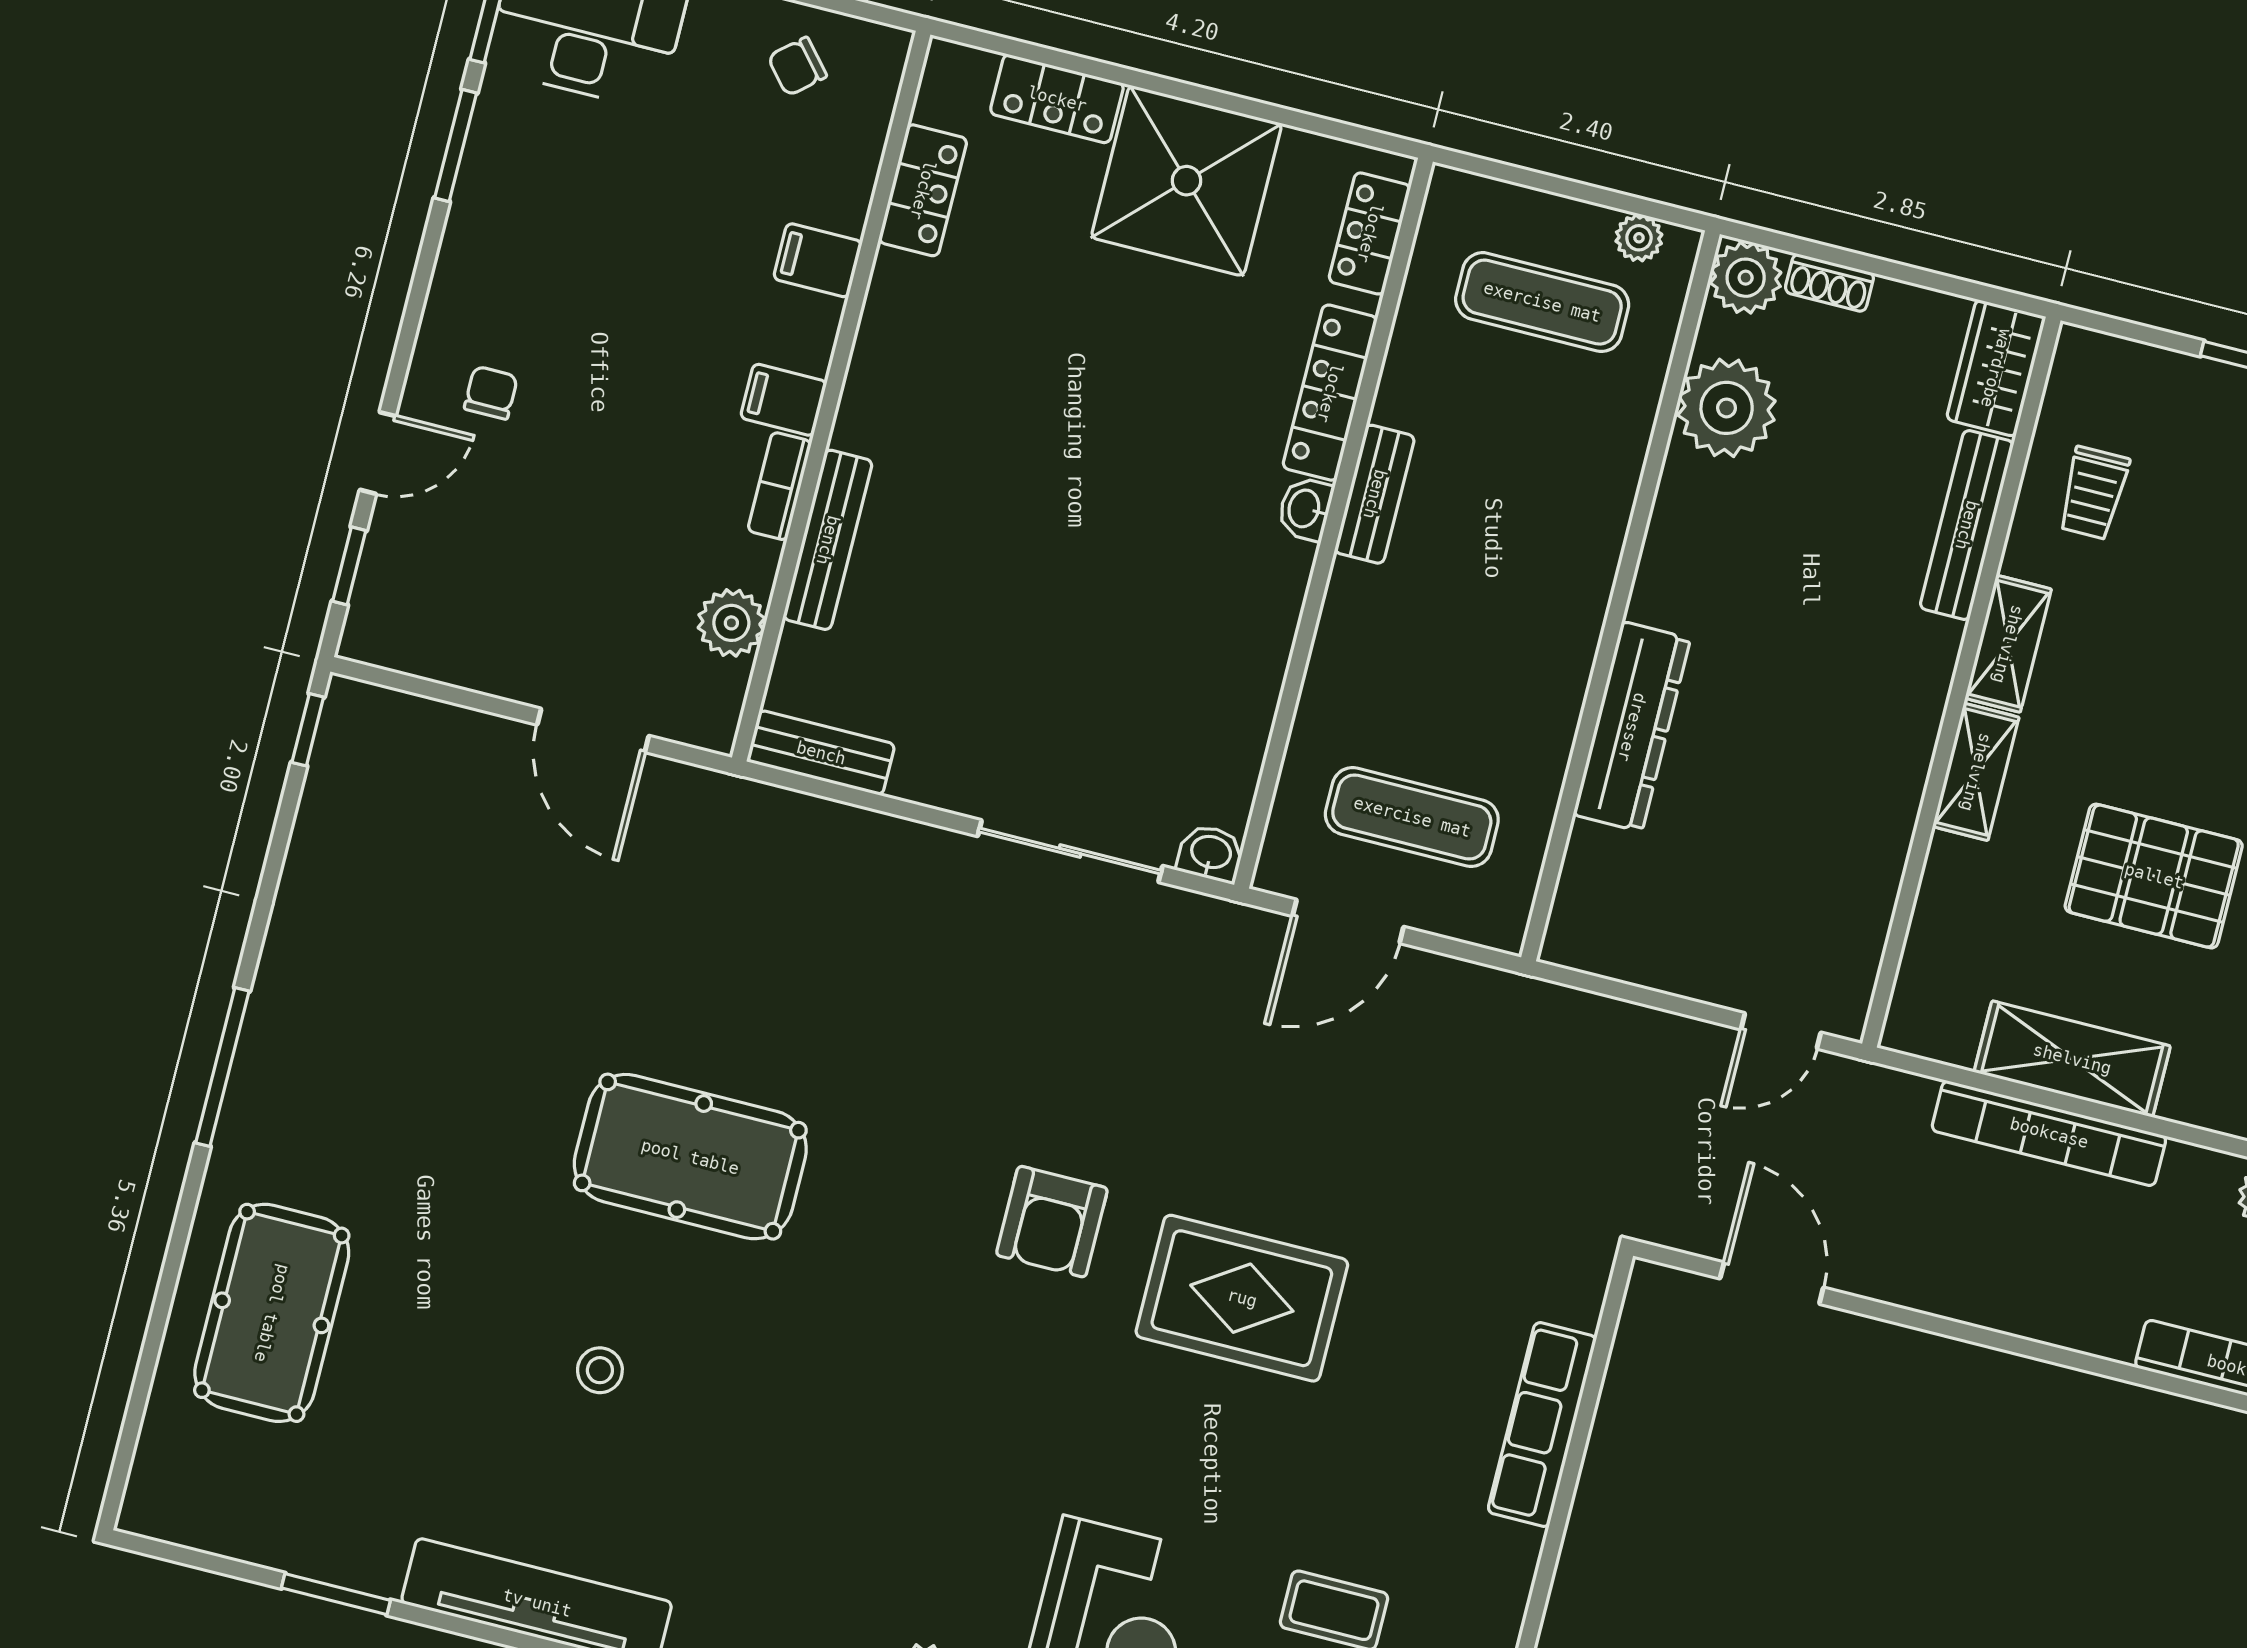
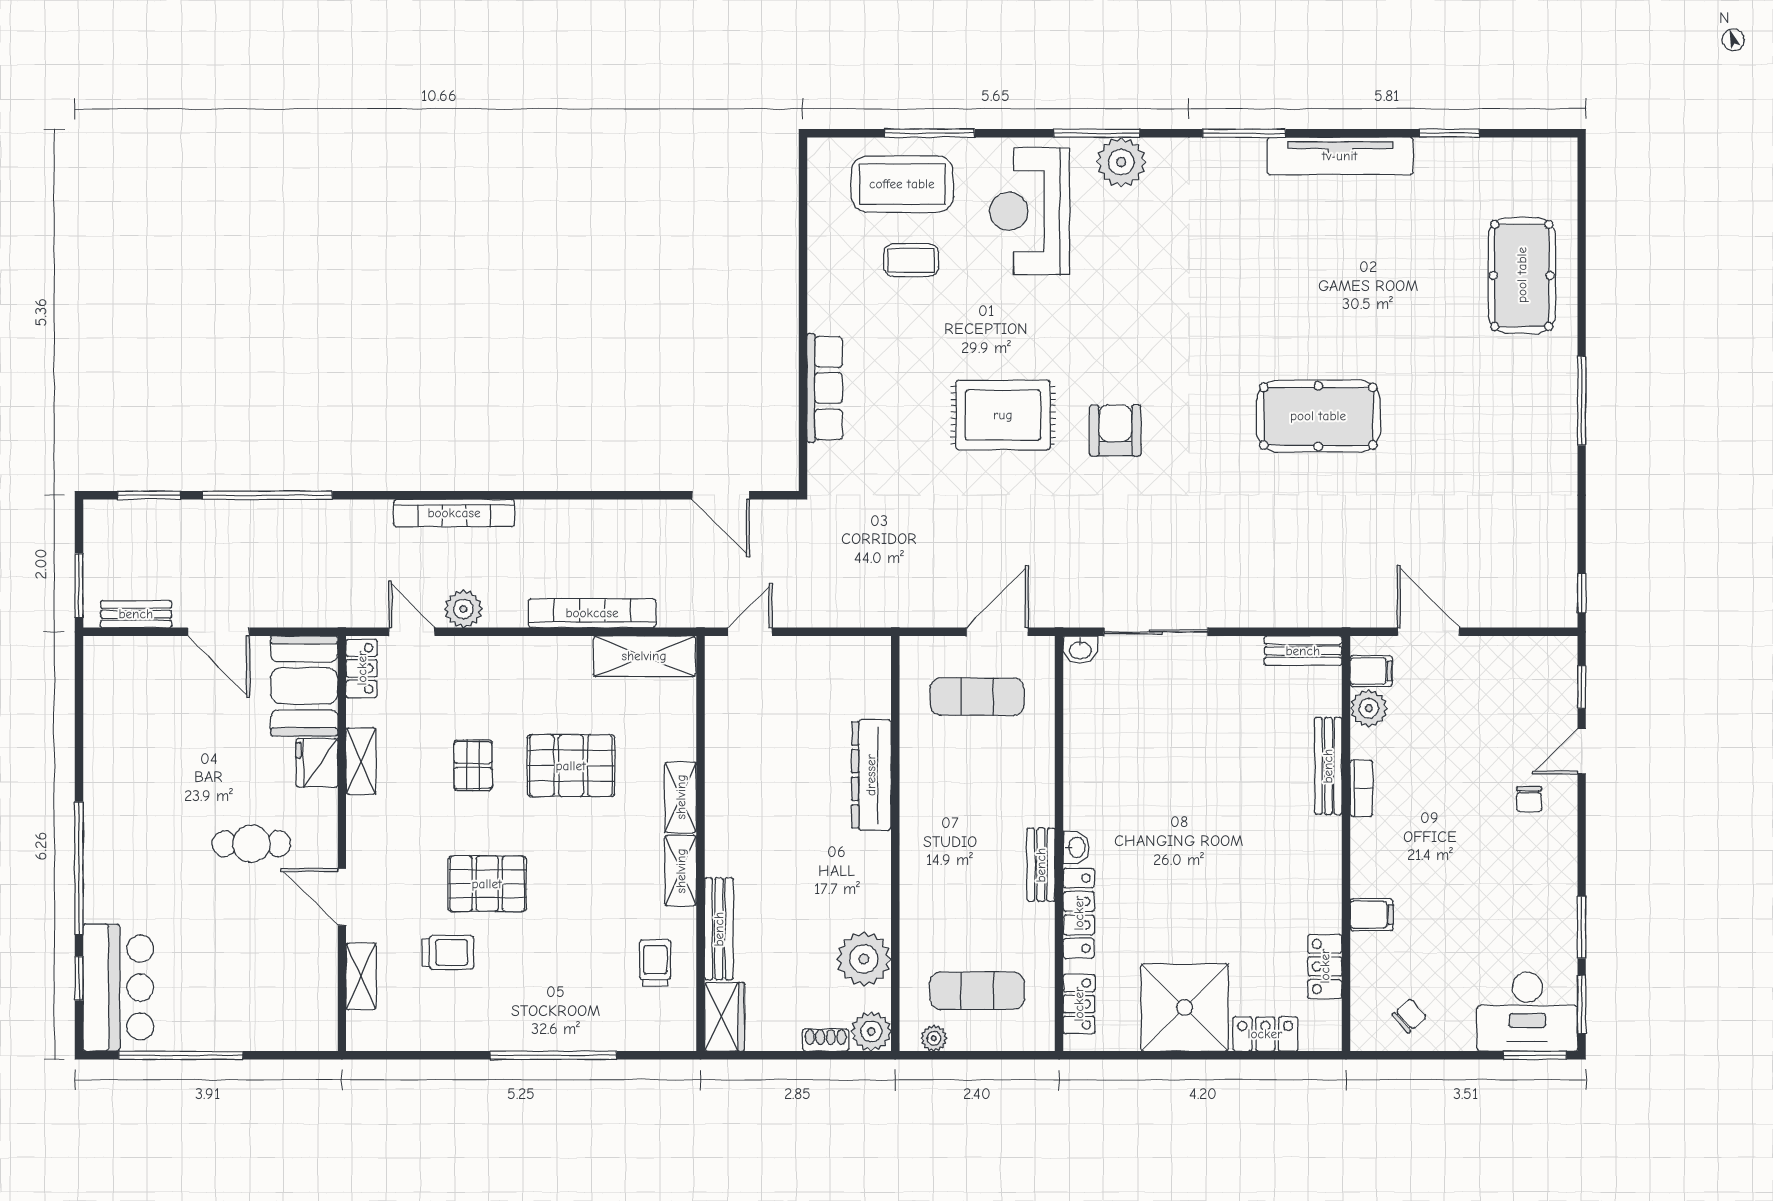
filing cabinet: (784, 400) -> (1371, 671), moved
shelving: (2072, 1059) -> (644, 656), moved
stool: (600, 1370) -> (1338, 289), removed

